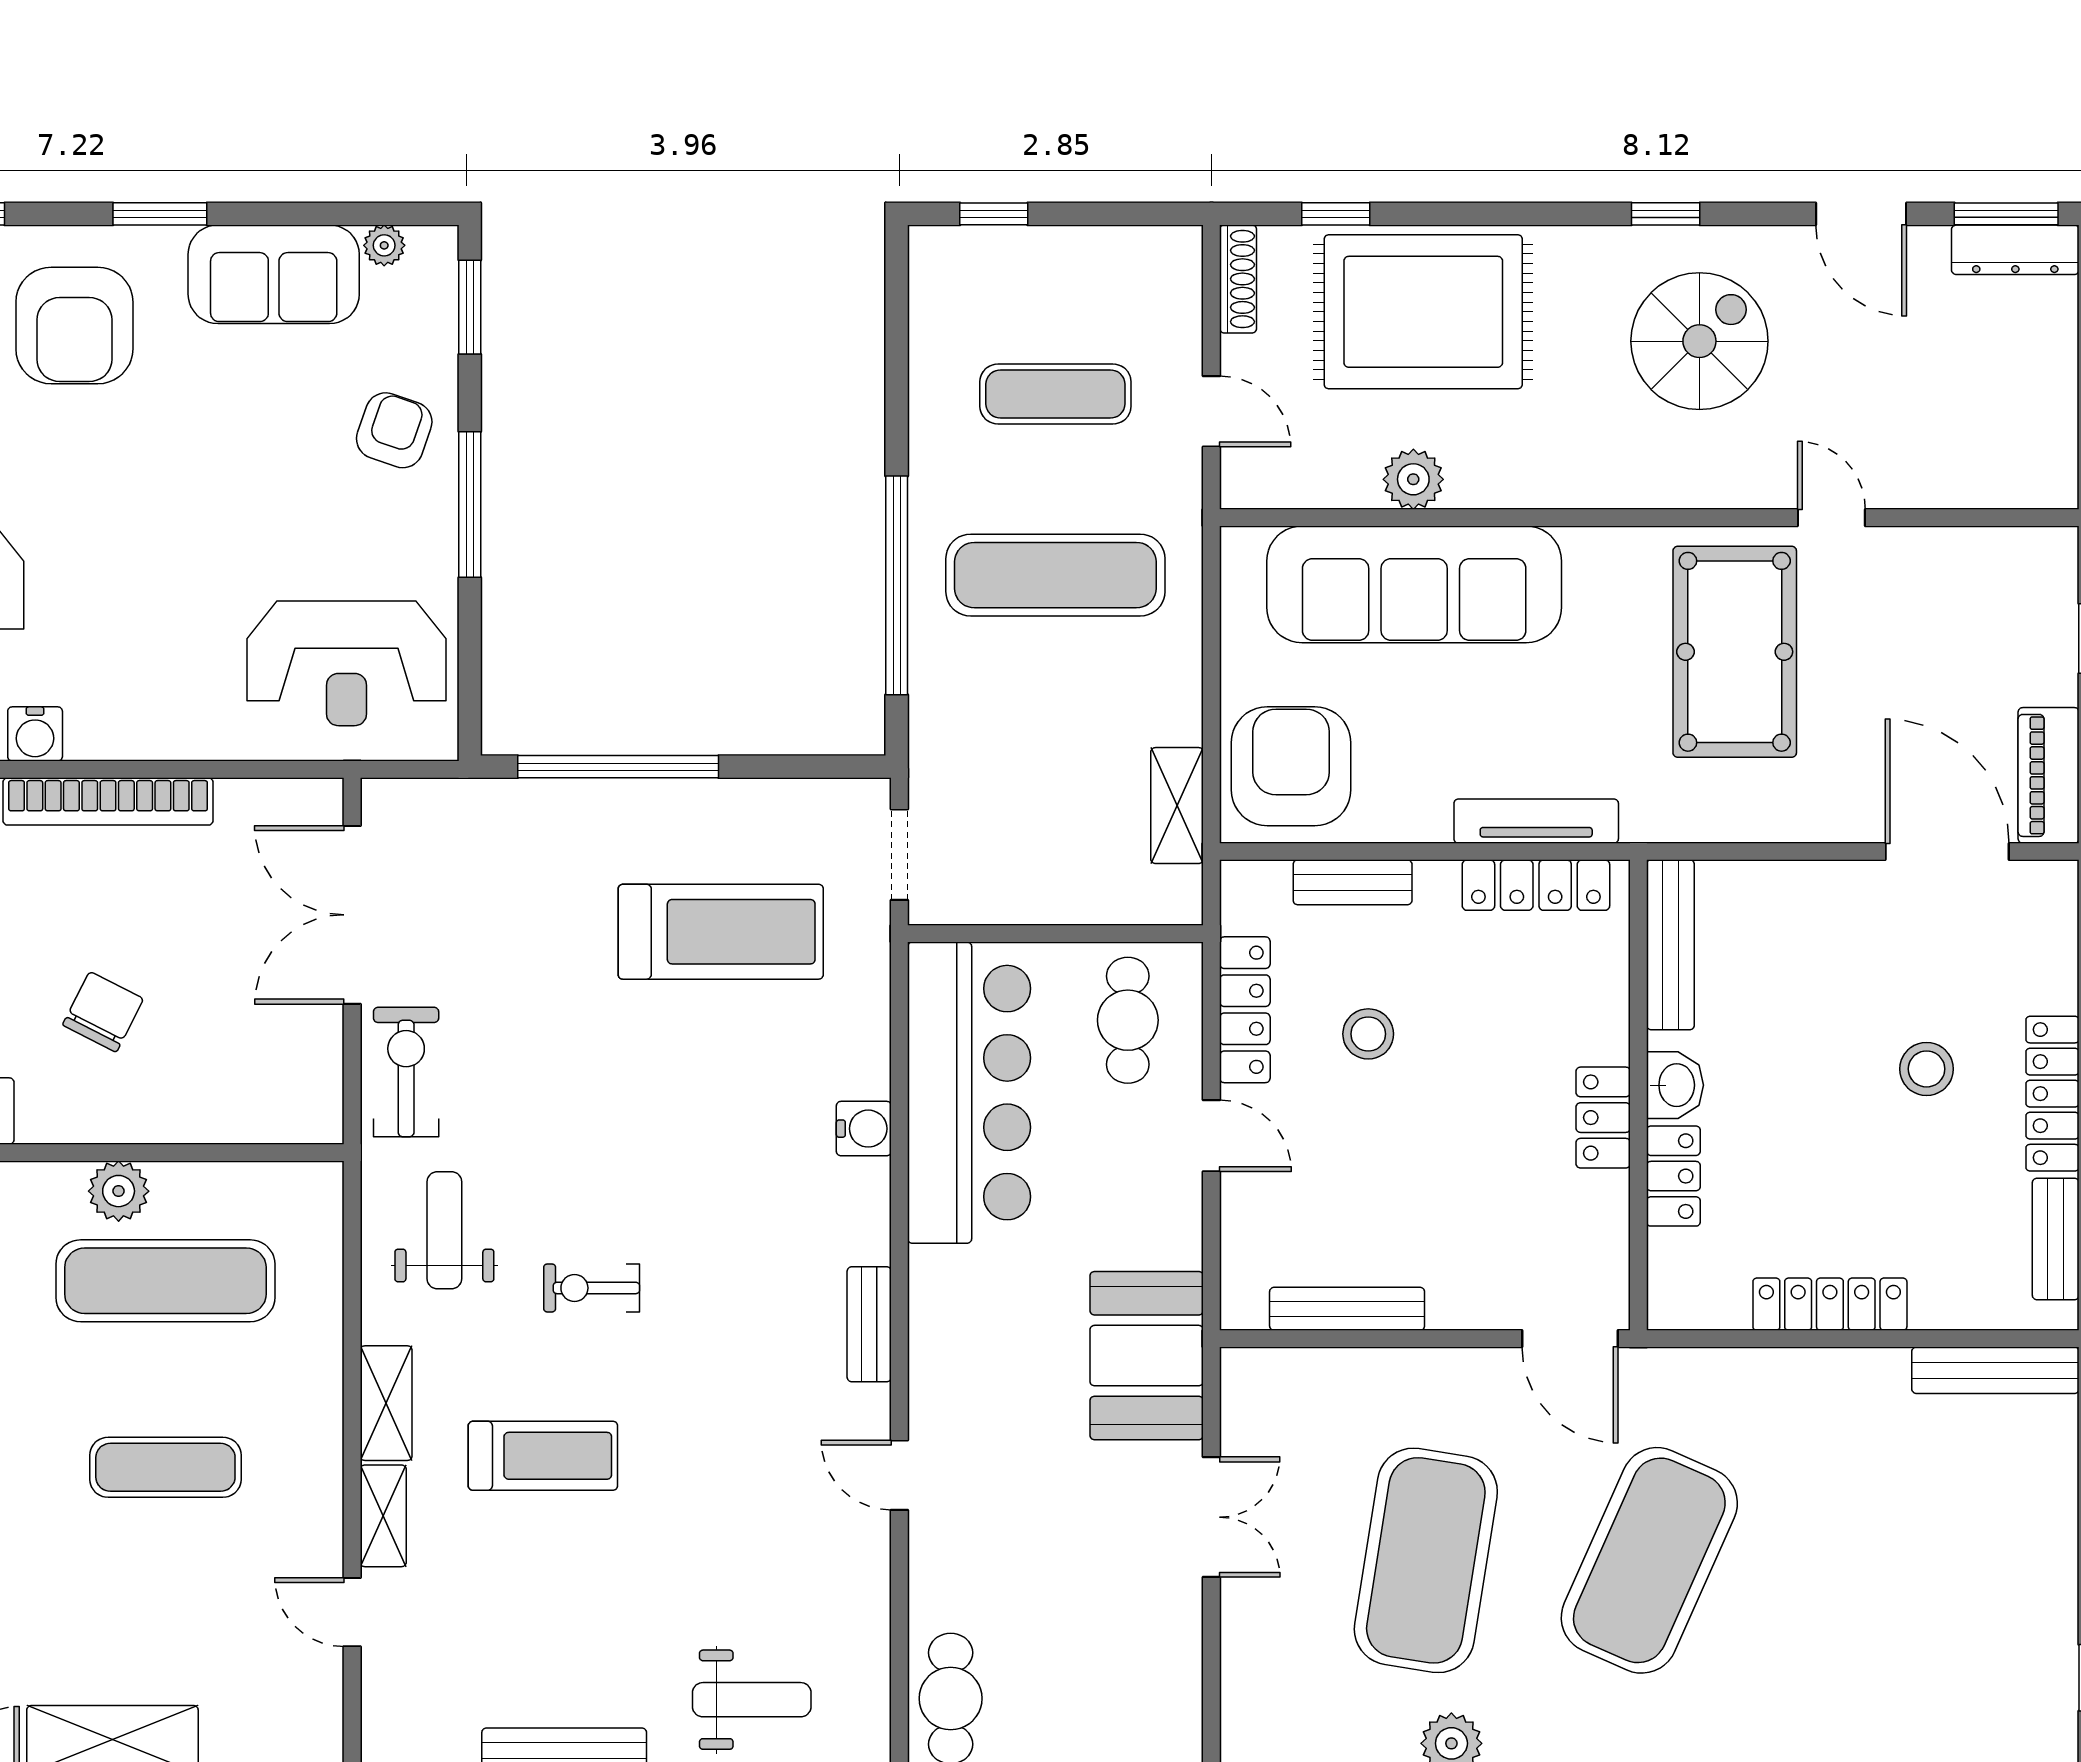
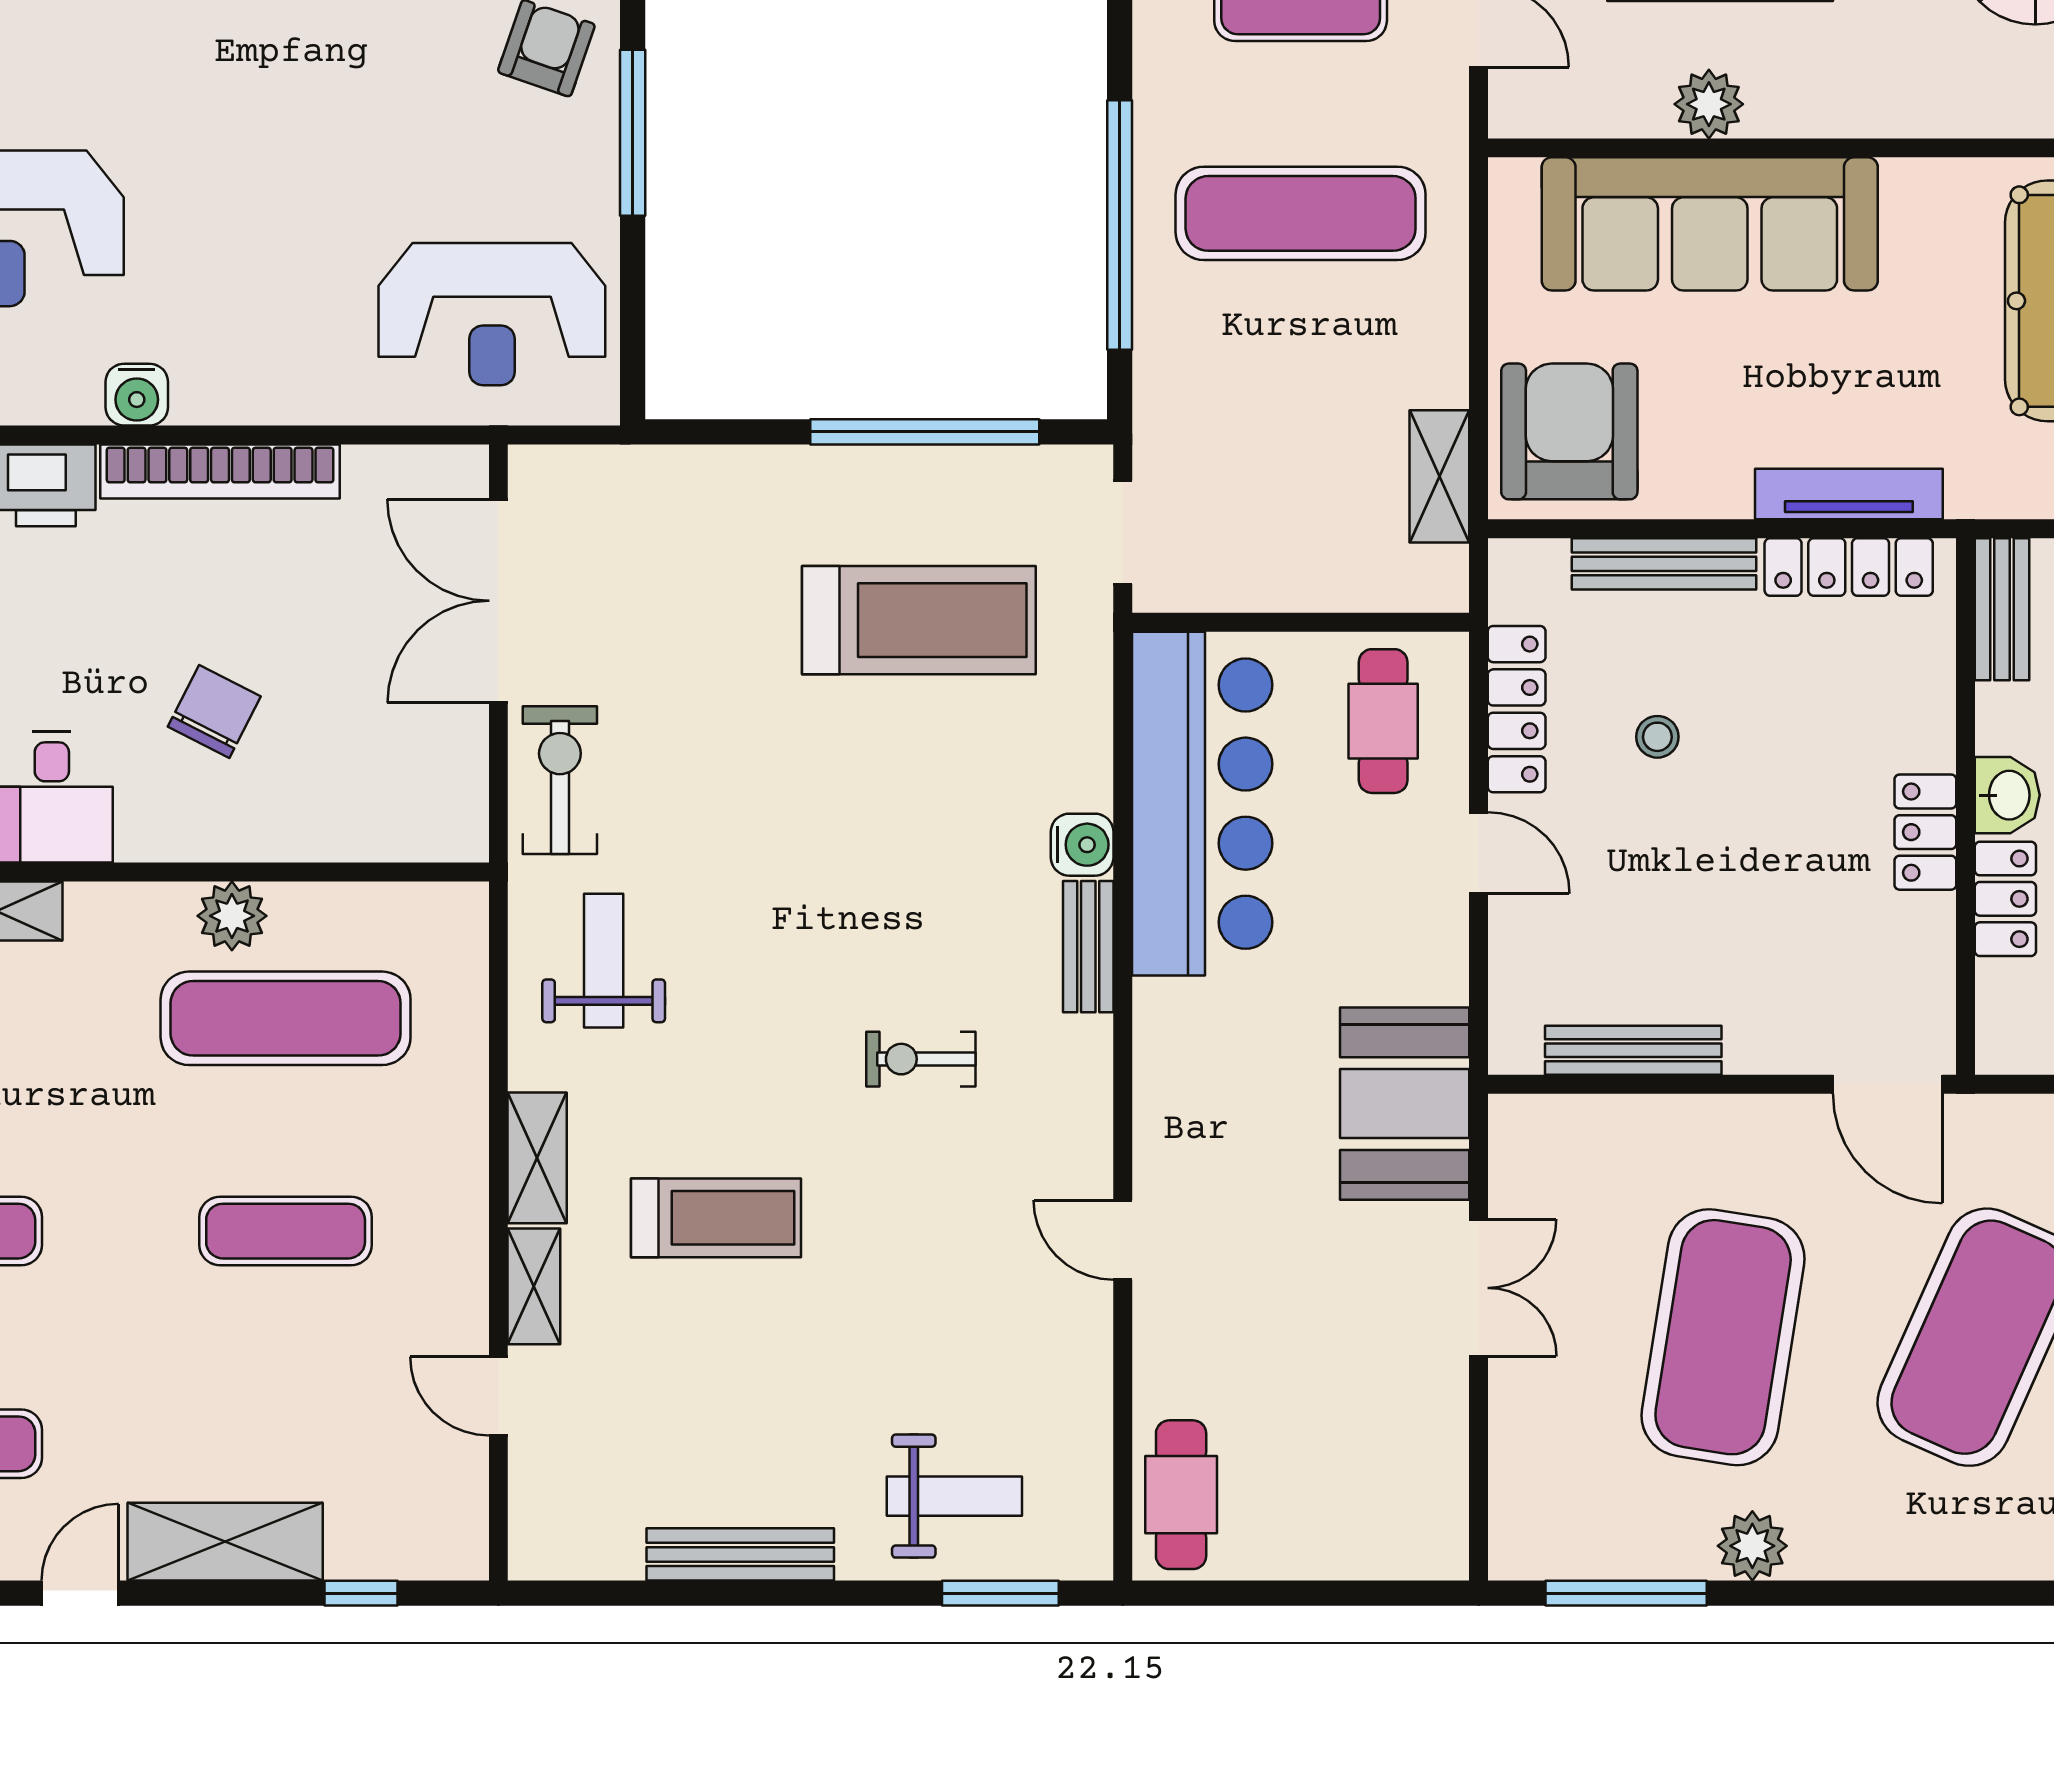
window: (618, 767) -> (925, 432), moved
bench: (1353, 882) -> (1664, 564), width x1.36
bench: (1670, 945) -> (2002, 609), width x0.73
stool: (1368, 1034) -> (1657, 737), width x0.73, depth x0.73
exercise bike: (592, 1288) -> (921, 1059), moved
bench: (869, 1324) -> (1088, 947), moved

